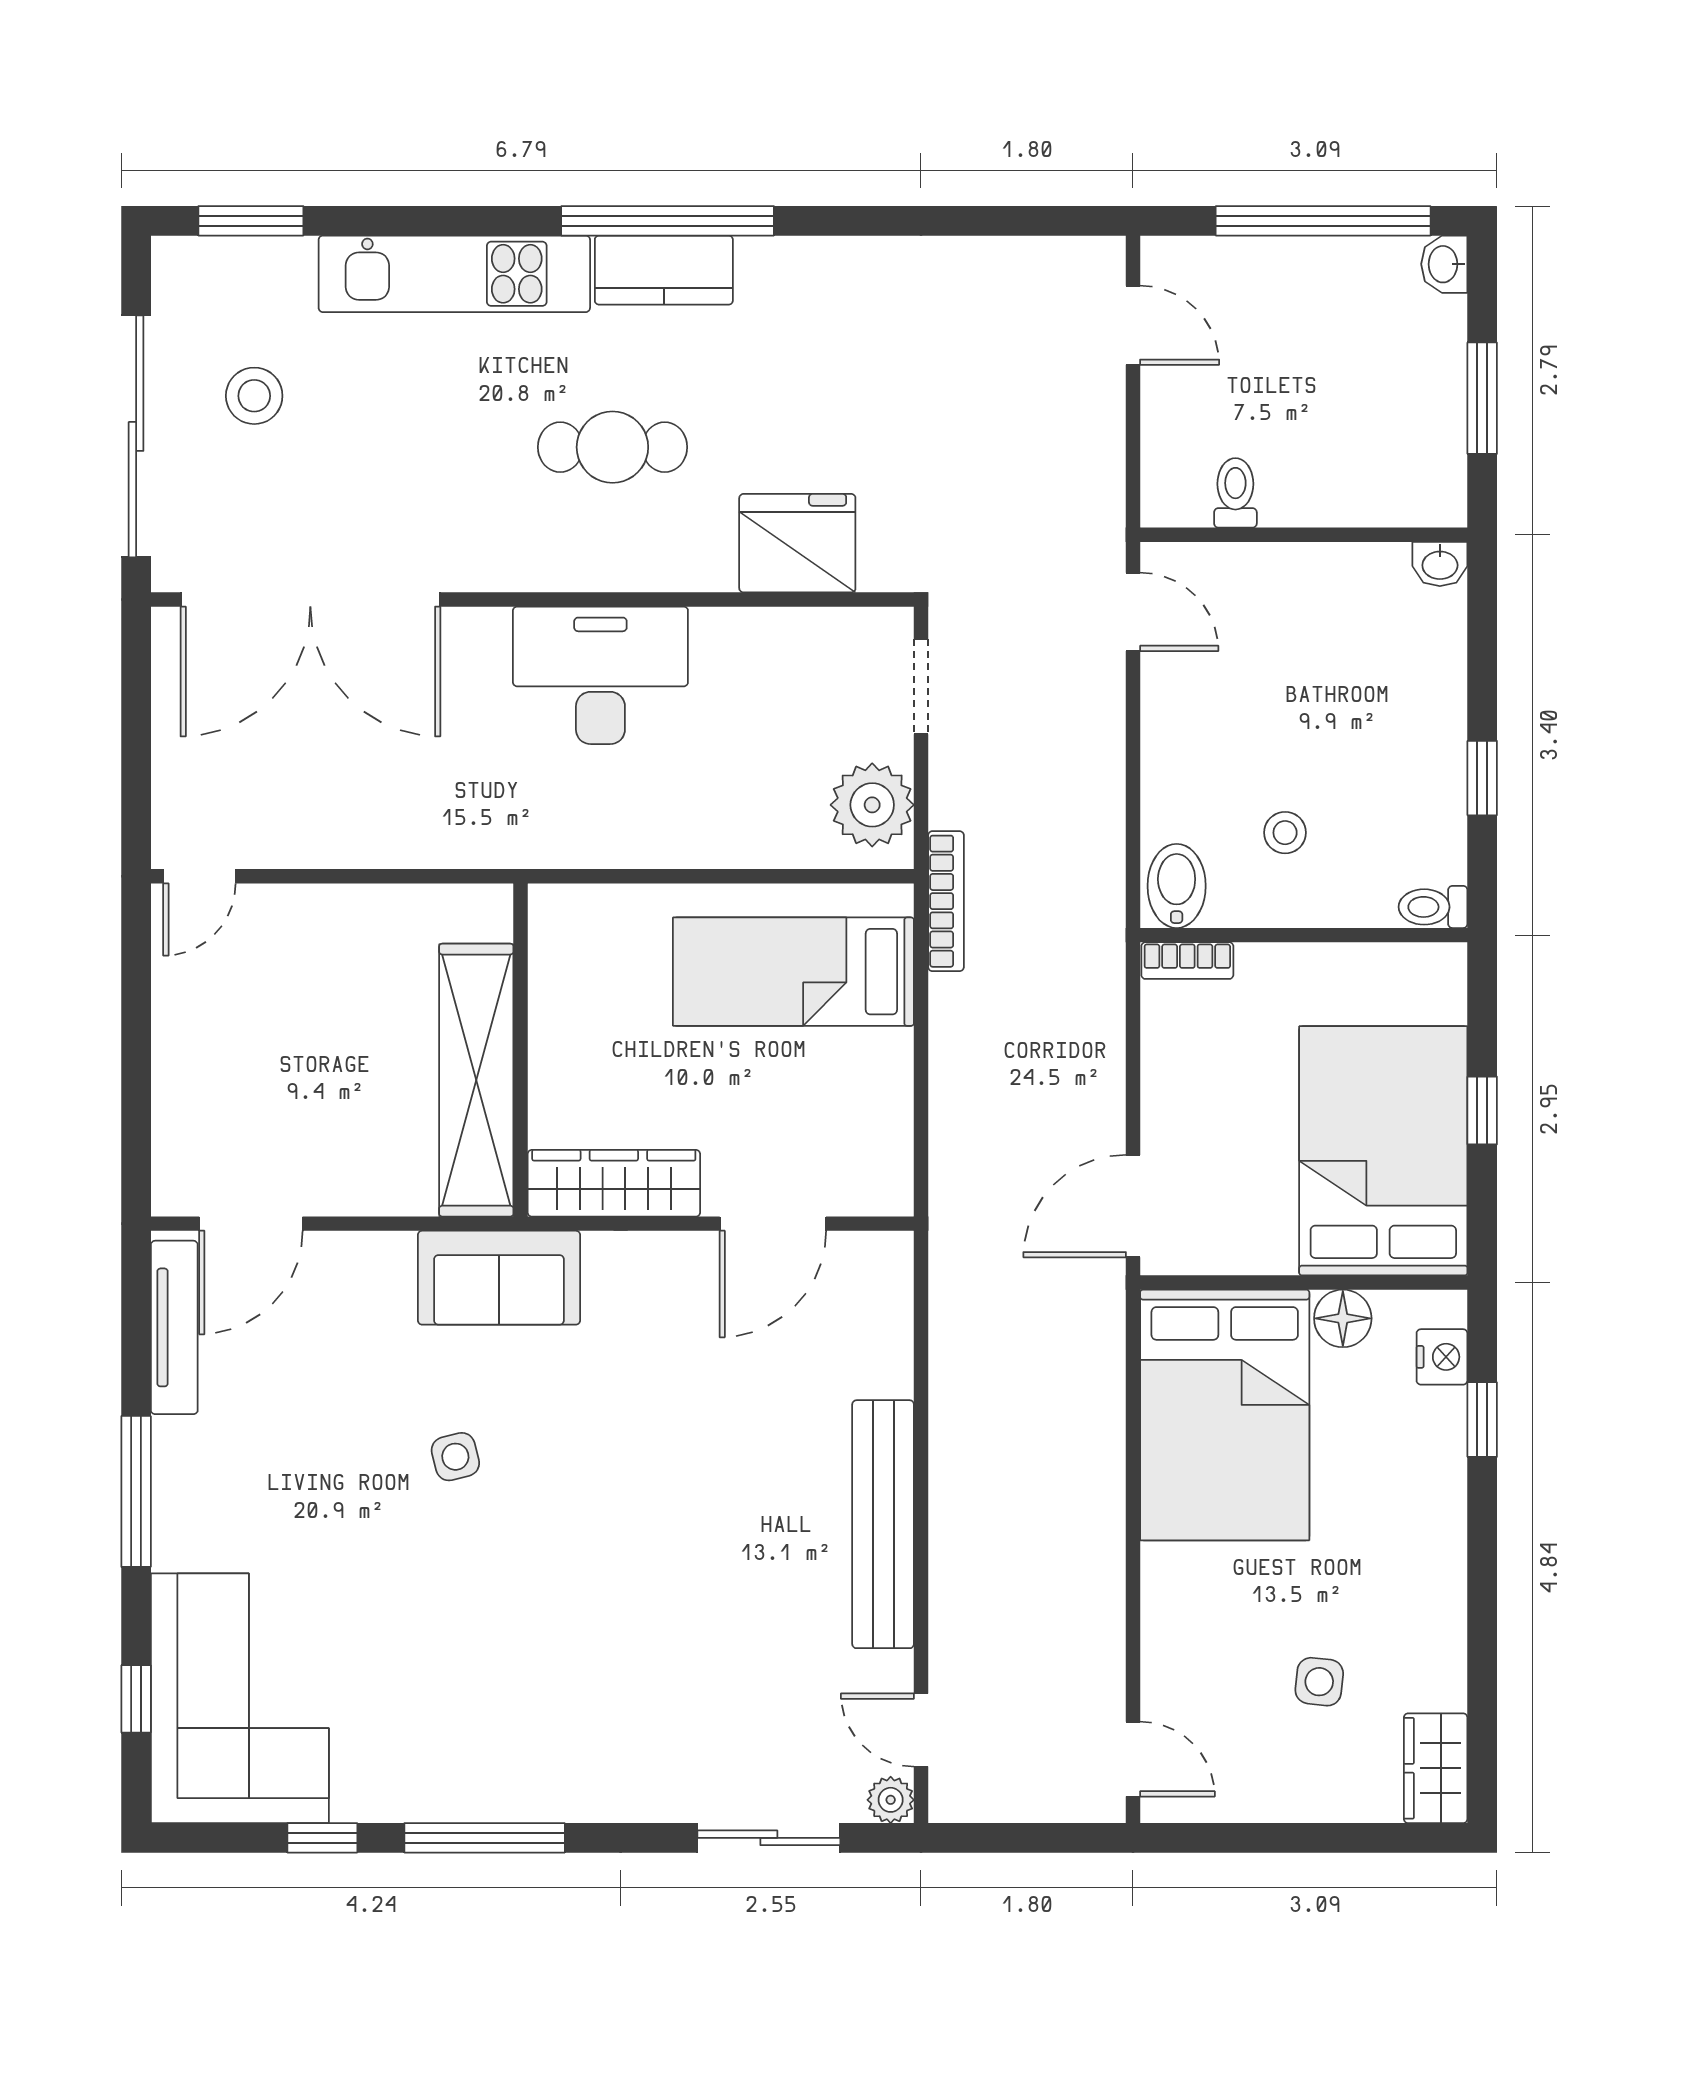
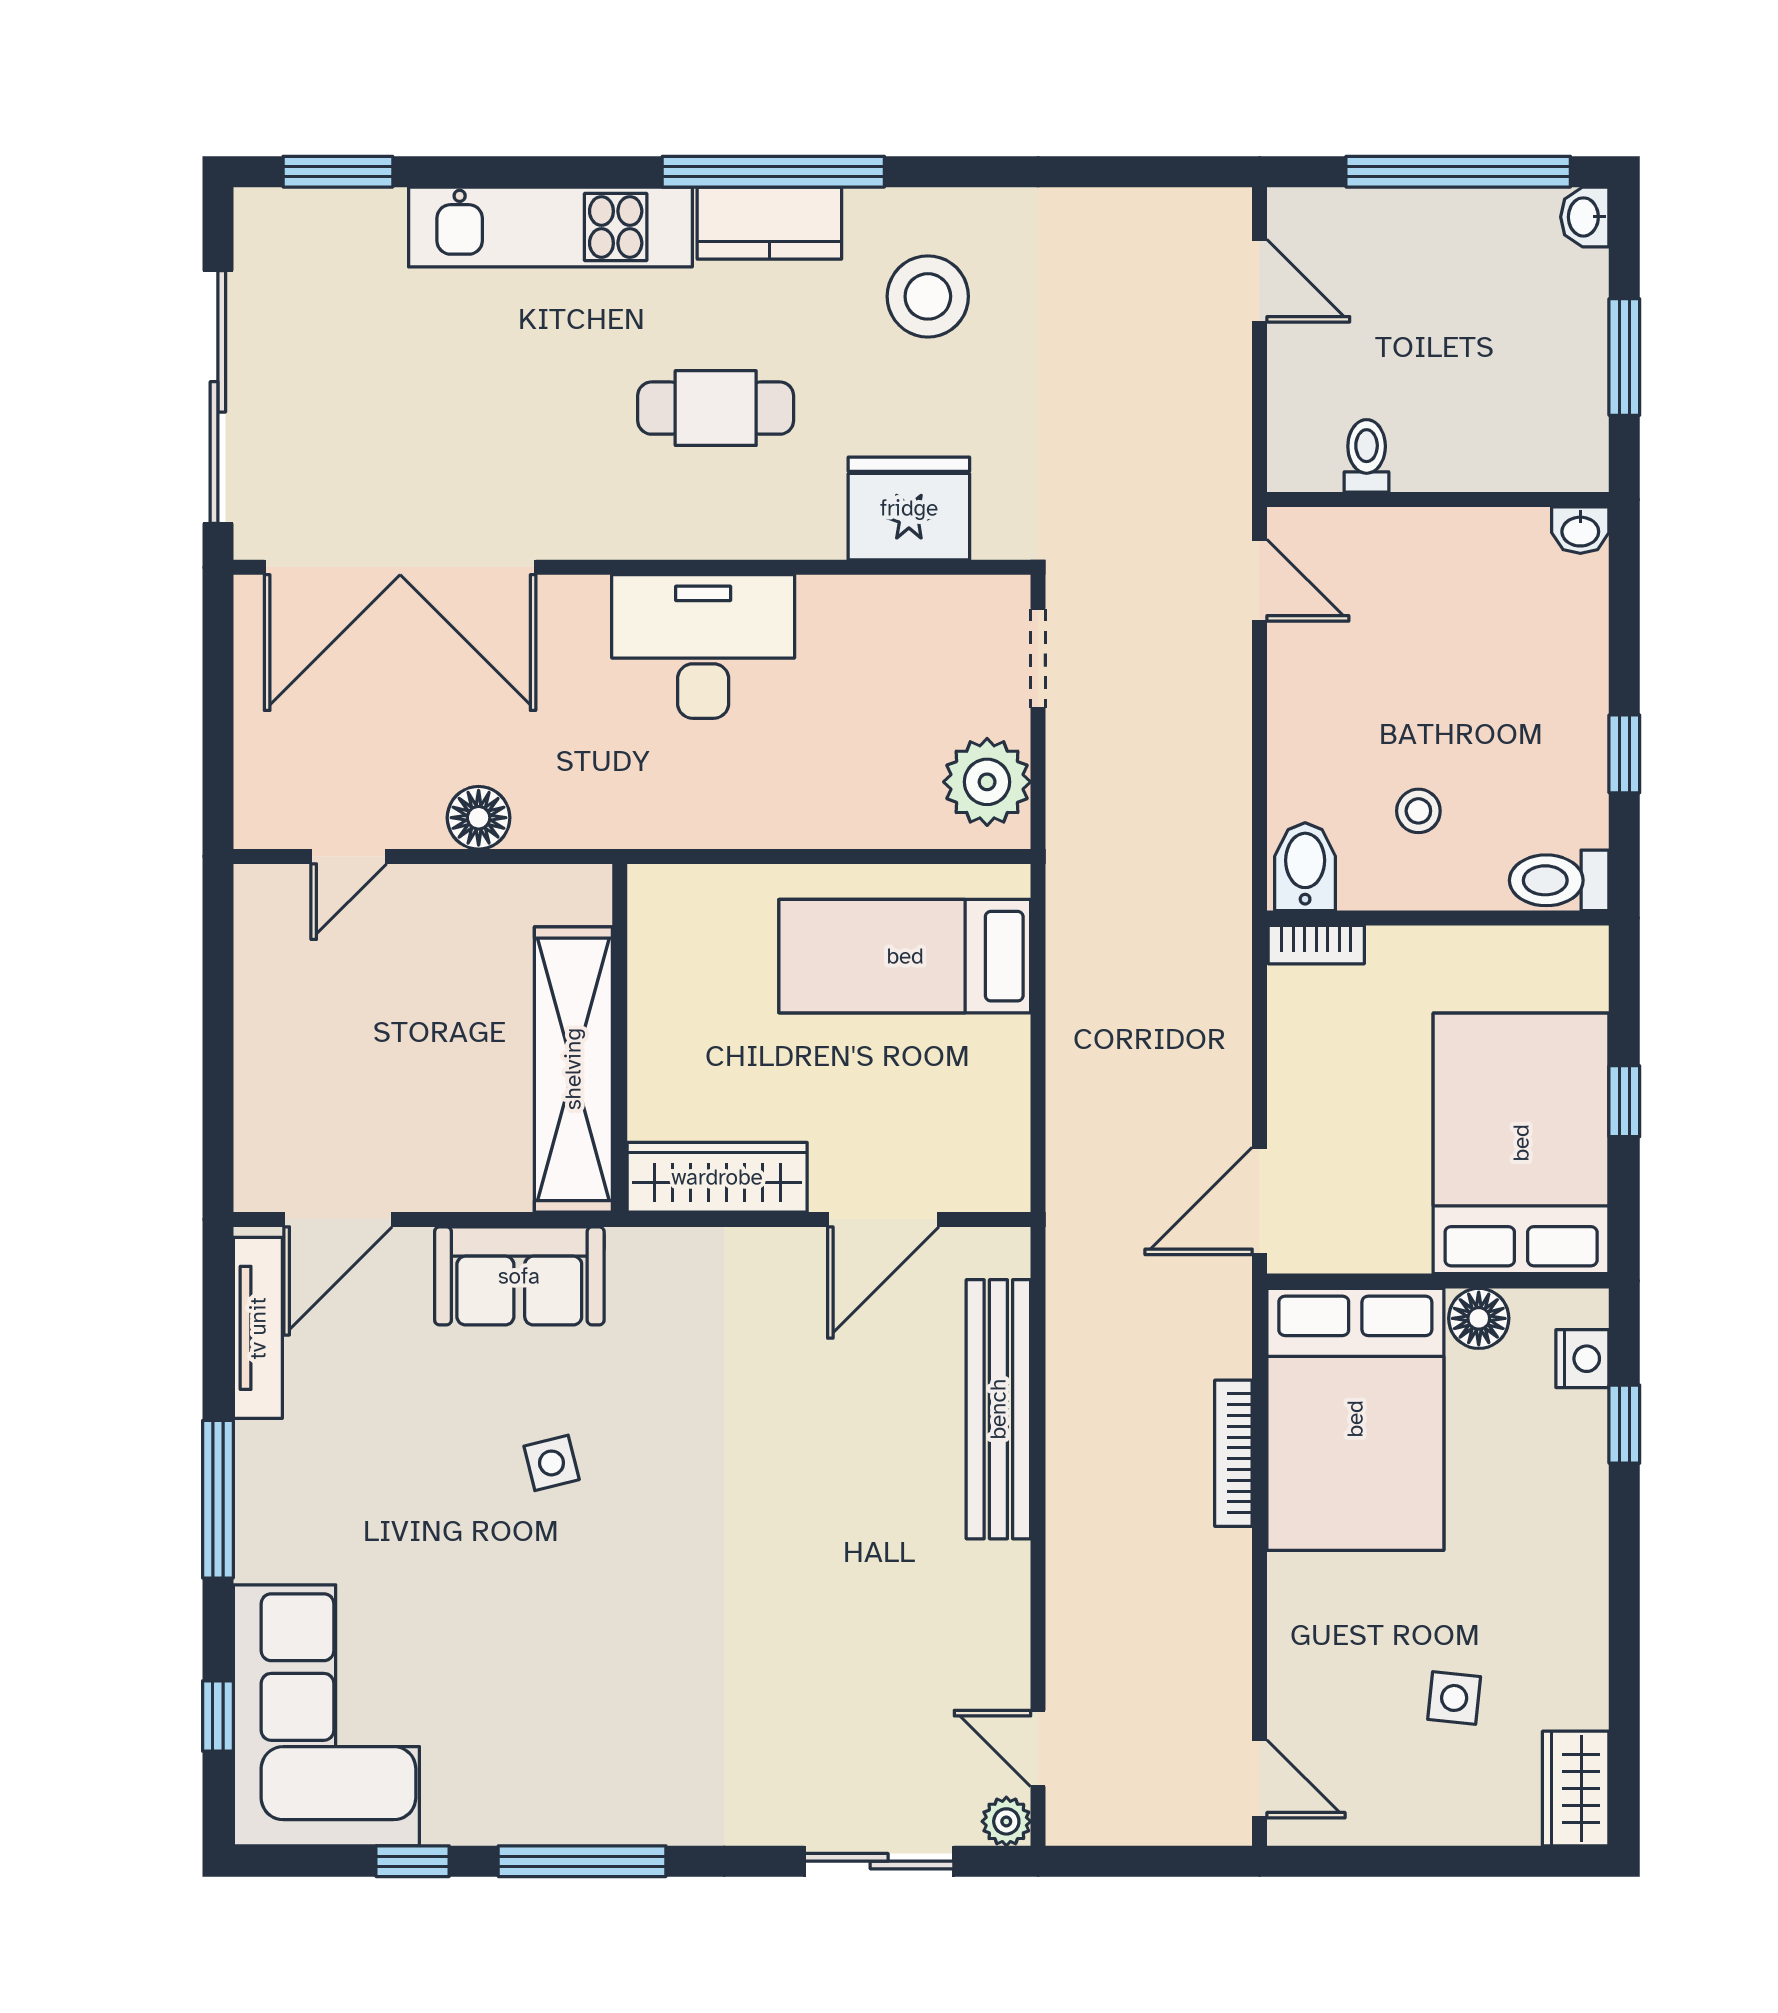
stool: (254, 396) -> (928, 296), moved, width x1.38, depth x1.38
floor lamp: (386, 839) -> (479, 818), added
door: (199, 876) -> (349, 856), moved
bookcase: (946, 901) -> (1233, 1453), moved, turned 180
toilet: (1433, 907) -> (1559, 880), width x1.37, depth x1.39
sofa: (499, 1278) -> (519, 1276), moved
bench: (883, 1524) -> (998, 1409), moved

